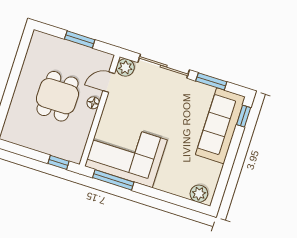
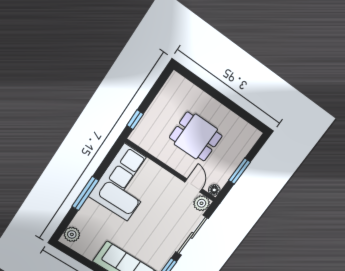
floor lamp: (93, 103) -> (214, 190), moved
window: (113, 180) -> (85, 193), moved

